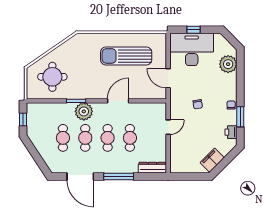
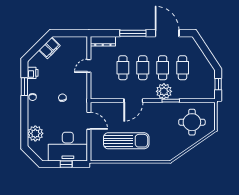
door: (168, 127) -> (89, 66), moved

